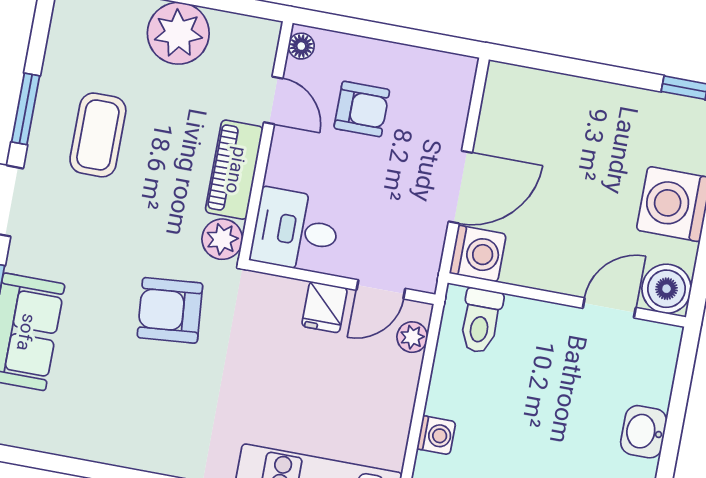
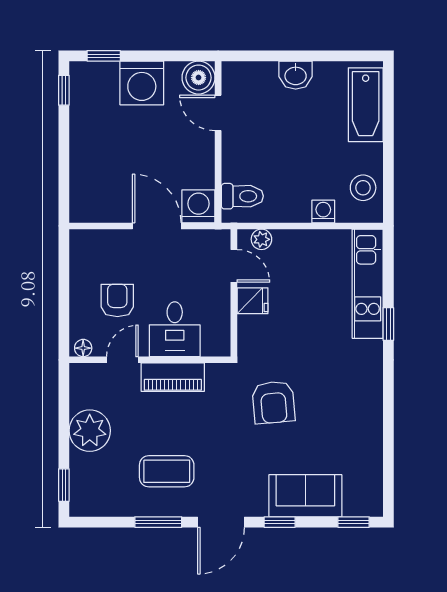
desk: (296, 230) -> (175, 329), moved
plant: (222, 239) -> (220, 377), removed

